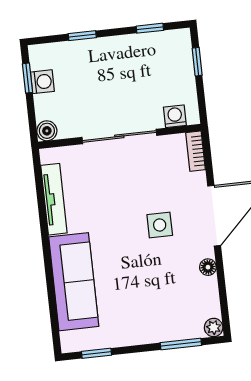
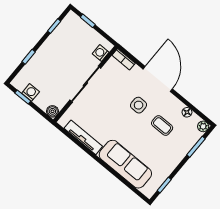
floor lamp: (208, 267) -> (187, 112), moved
coffee table: (164, 278) -> (162, 126), added

